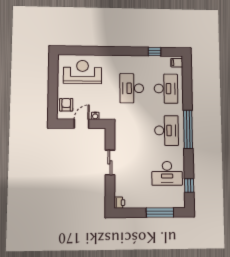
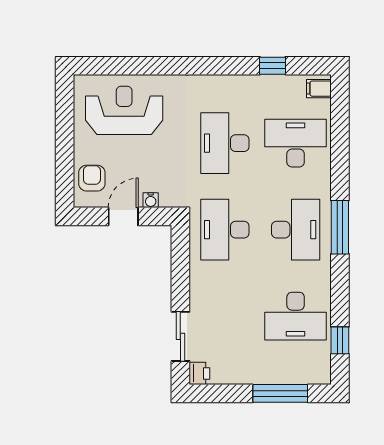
desk: (166, 89) -> (296, 143), turned -90
window: (188, 129) -> (340, 227), width x0.68
desk: (132, 130) -> (225, 230), added
sliding door: (110, 162) -> (180, 336), moved

